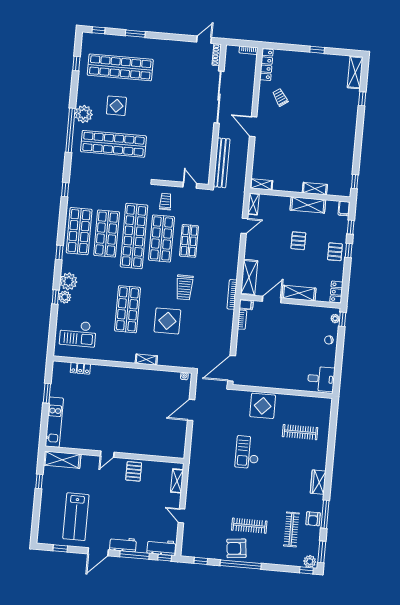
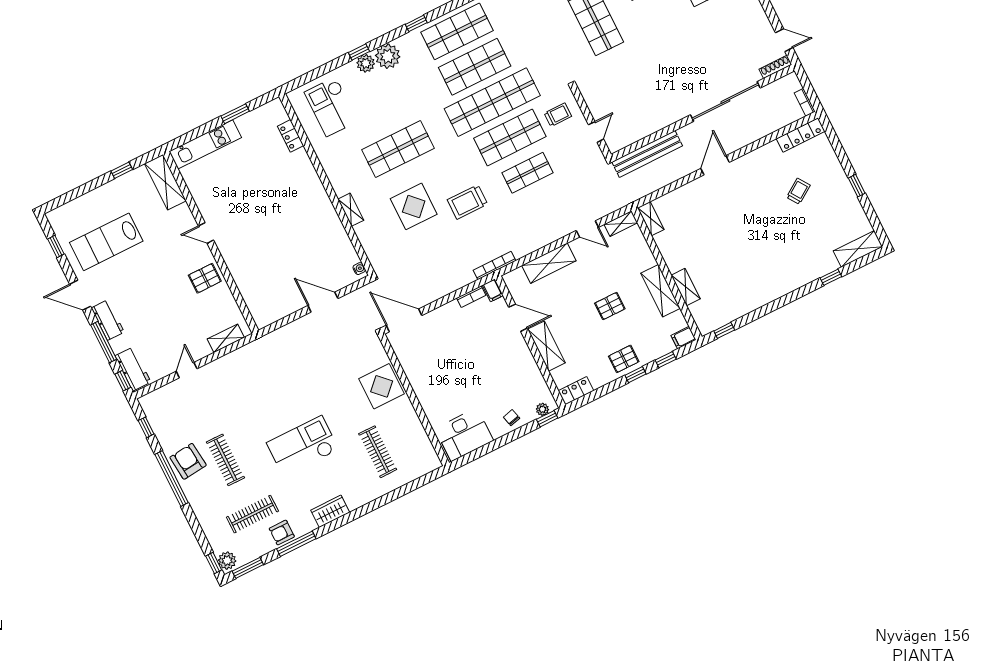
trolley: (280, 97) -> (798, 191), moved
shelving: (249, 277) -> (549, 263), moved
desk: (321, 379) -> (464, 435), width x1.37
checkout: (247, 452) -> (303, 446), moved, width x1.36, depth x1.21

